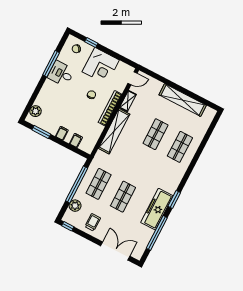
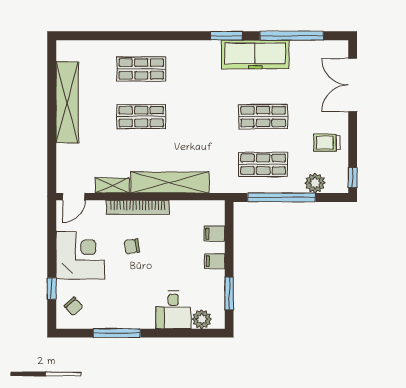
desk: (61, 74) -> (173, 310), moved
door: (132, 78) -> (74, 197), swing flipped

